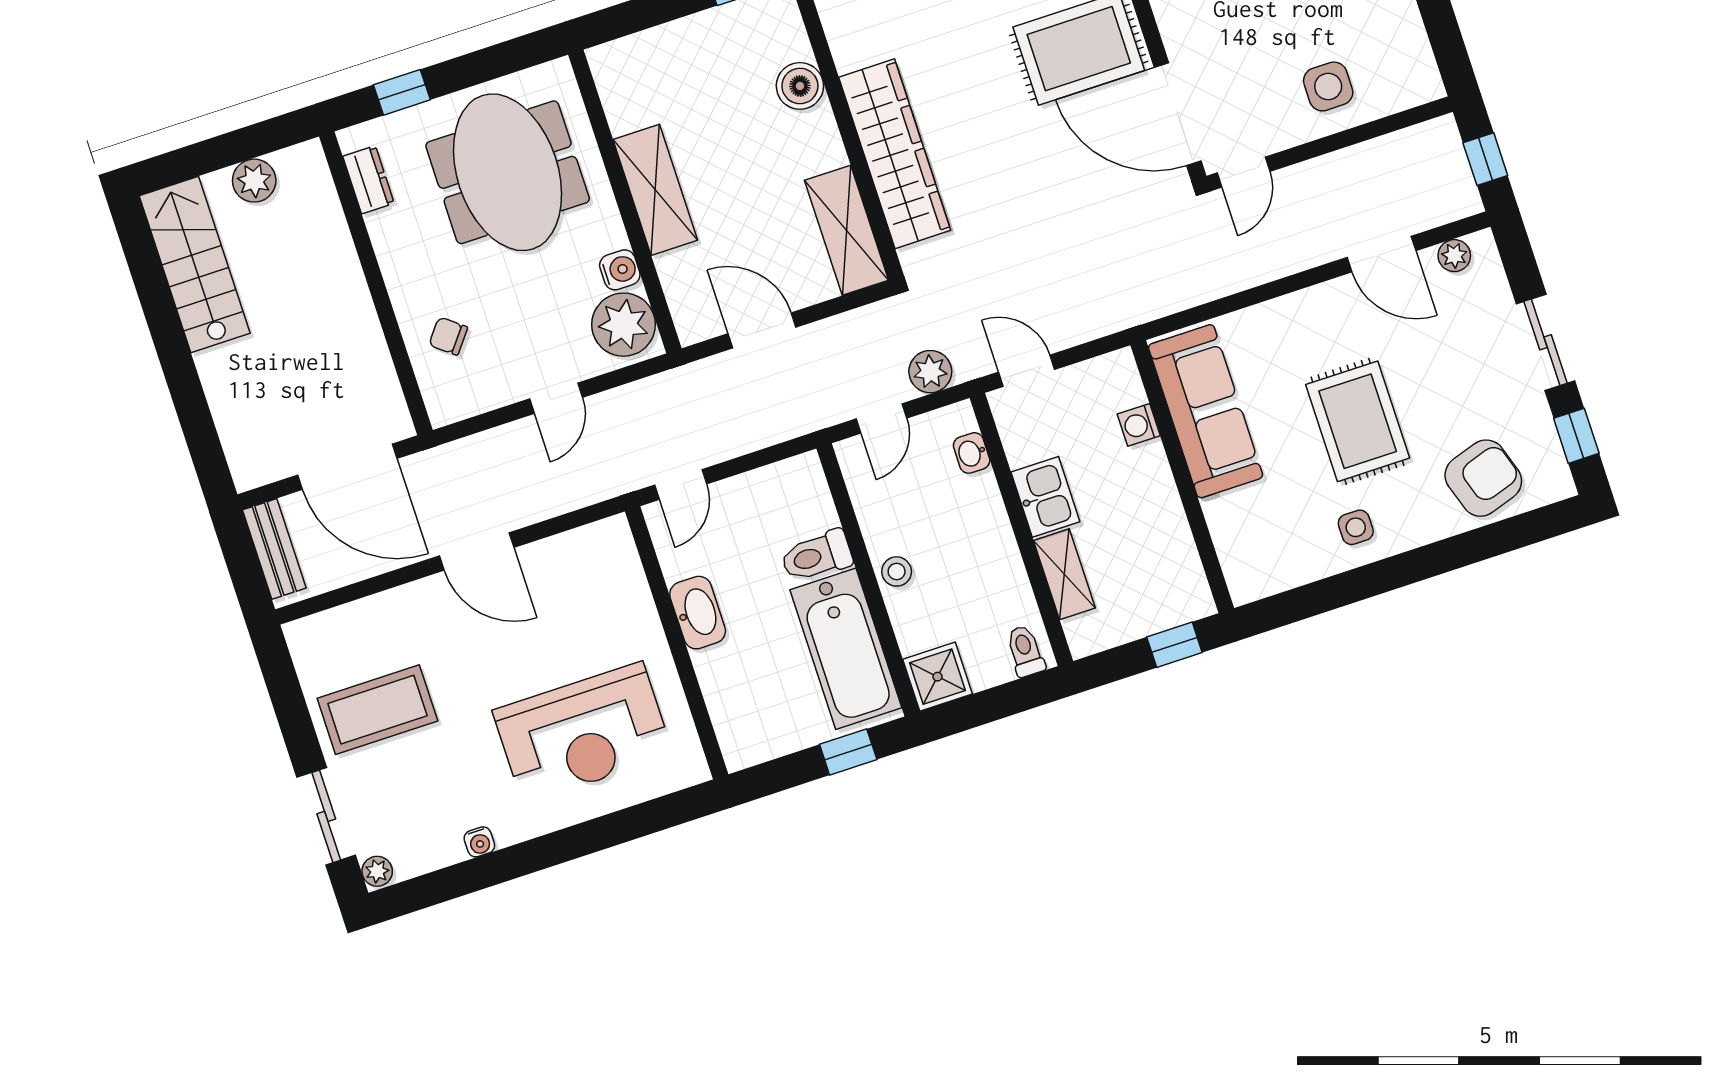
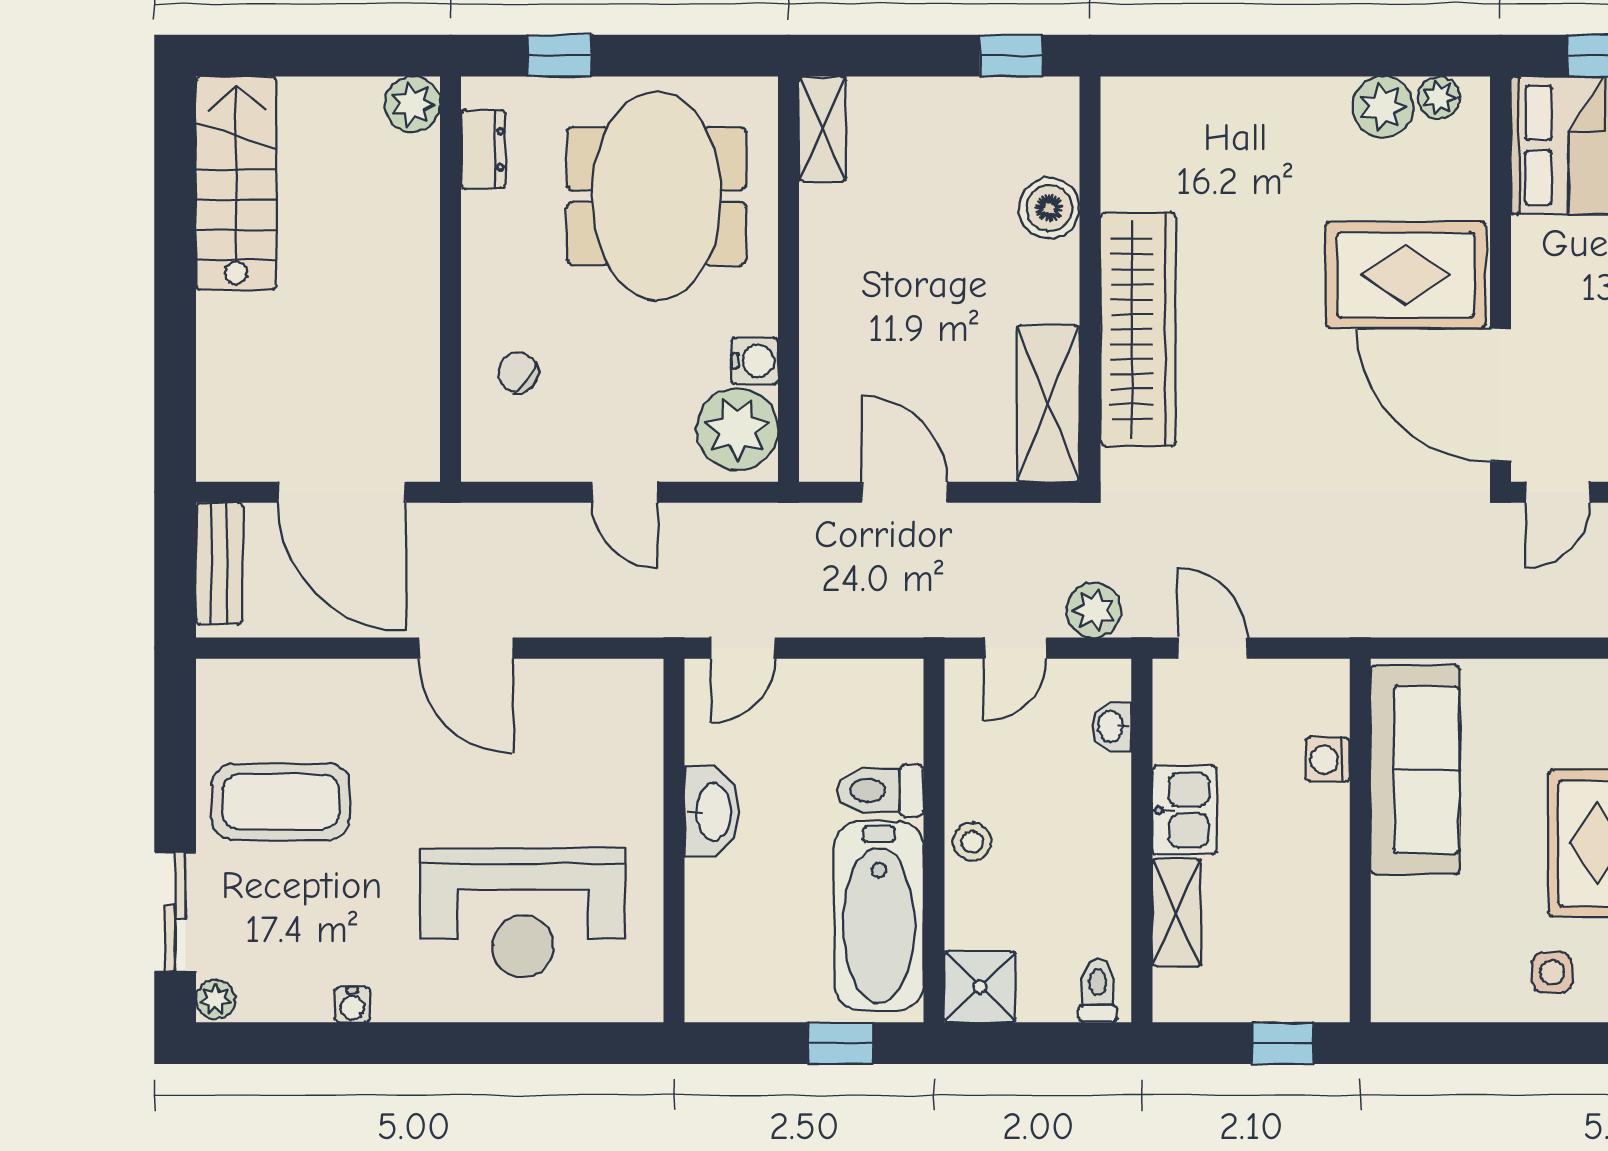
plant: (254, 181) -> (412, 104), moved
shelving: (655, 190) -> (822, 129), moved, width x0.67, depth x0.75
door: (556, 398) -> (625, 492), hinge flipped

